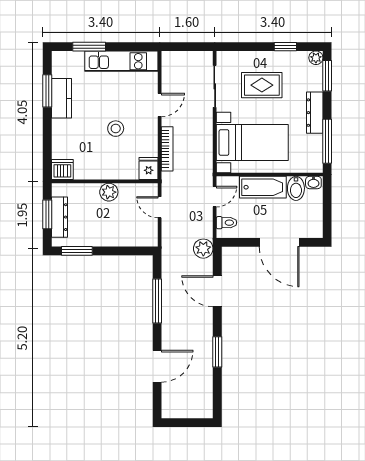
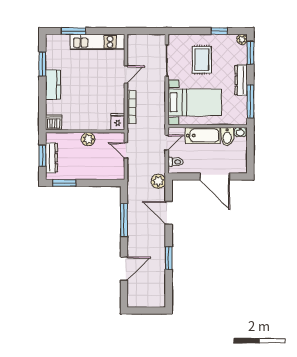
rug: (262, 85) -> (202, 60), turned 90
kitchen counter: (61, 98) -> (53, 85), moved
stool: (116, 129) -> (93, 92), removed

